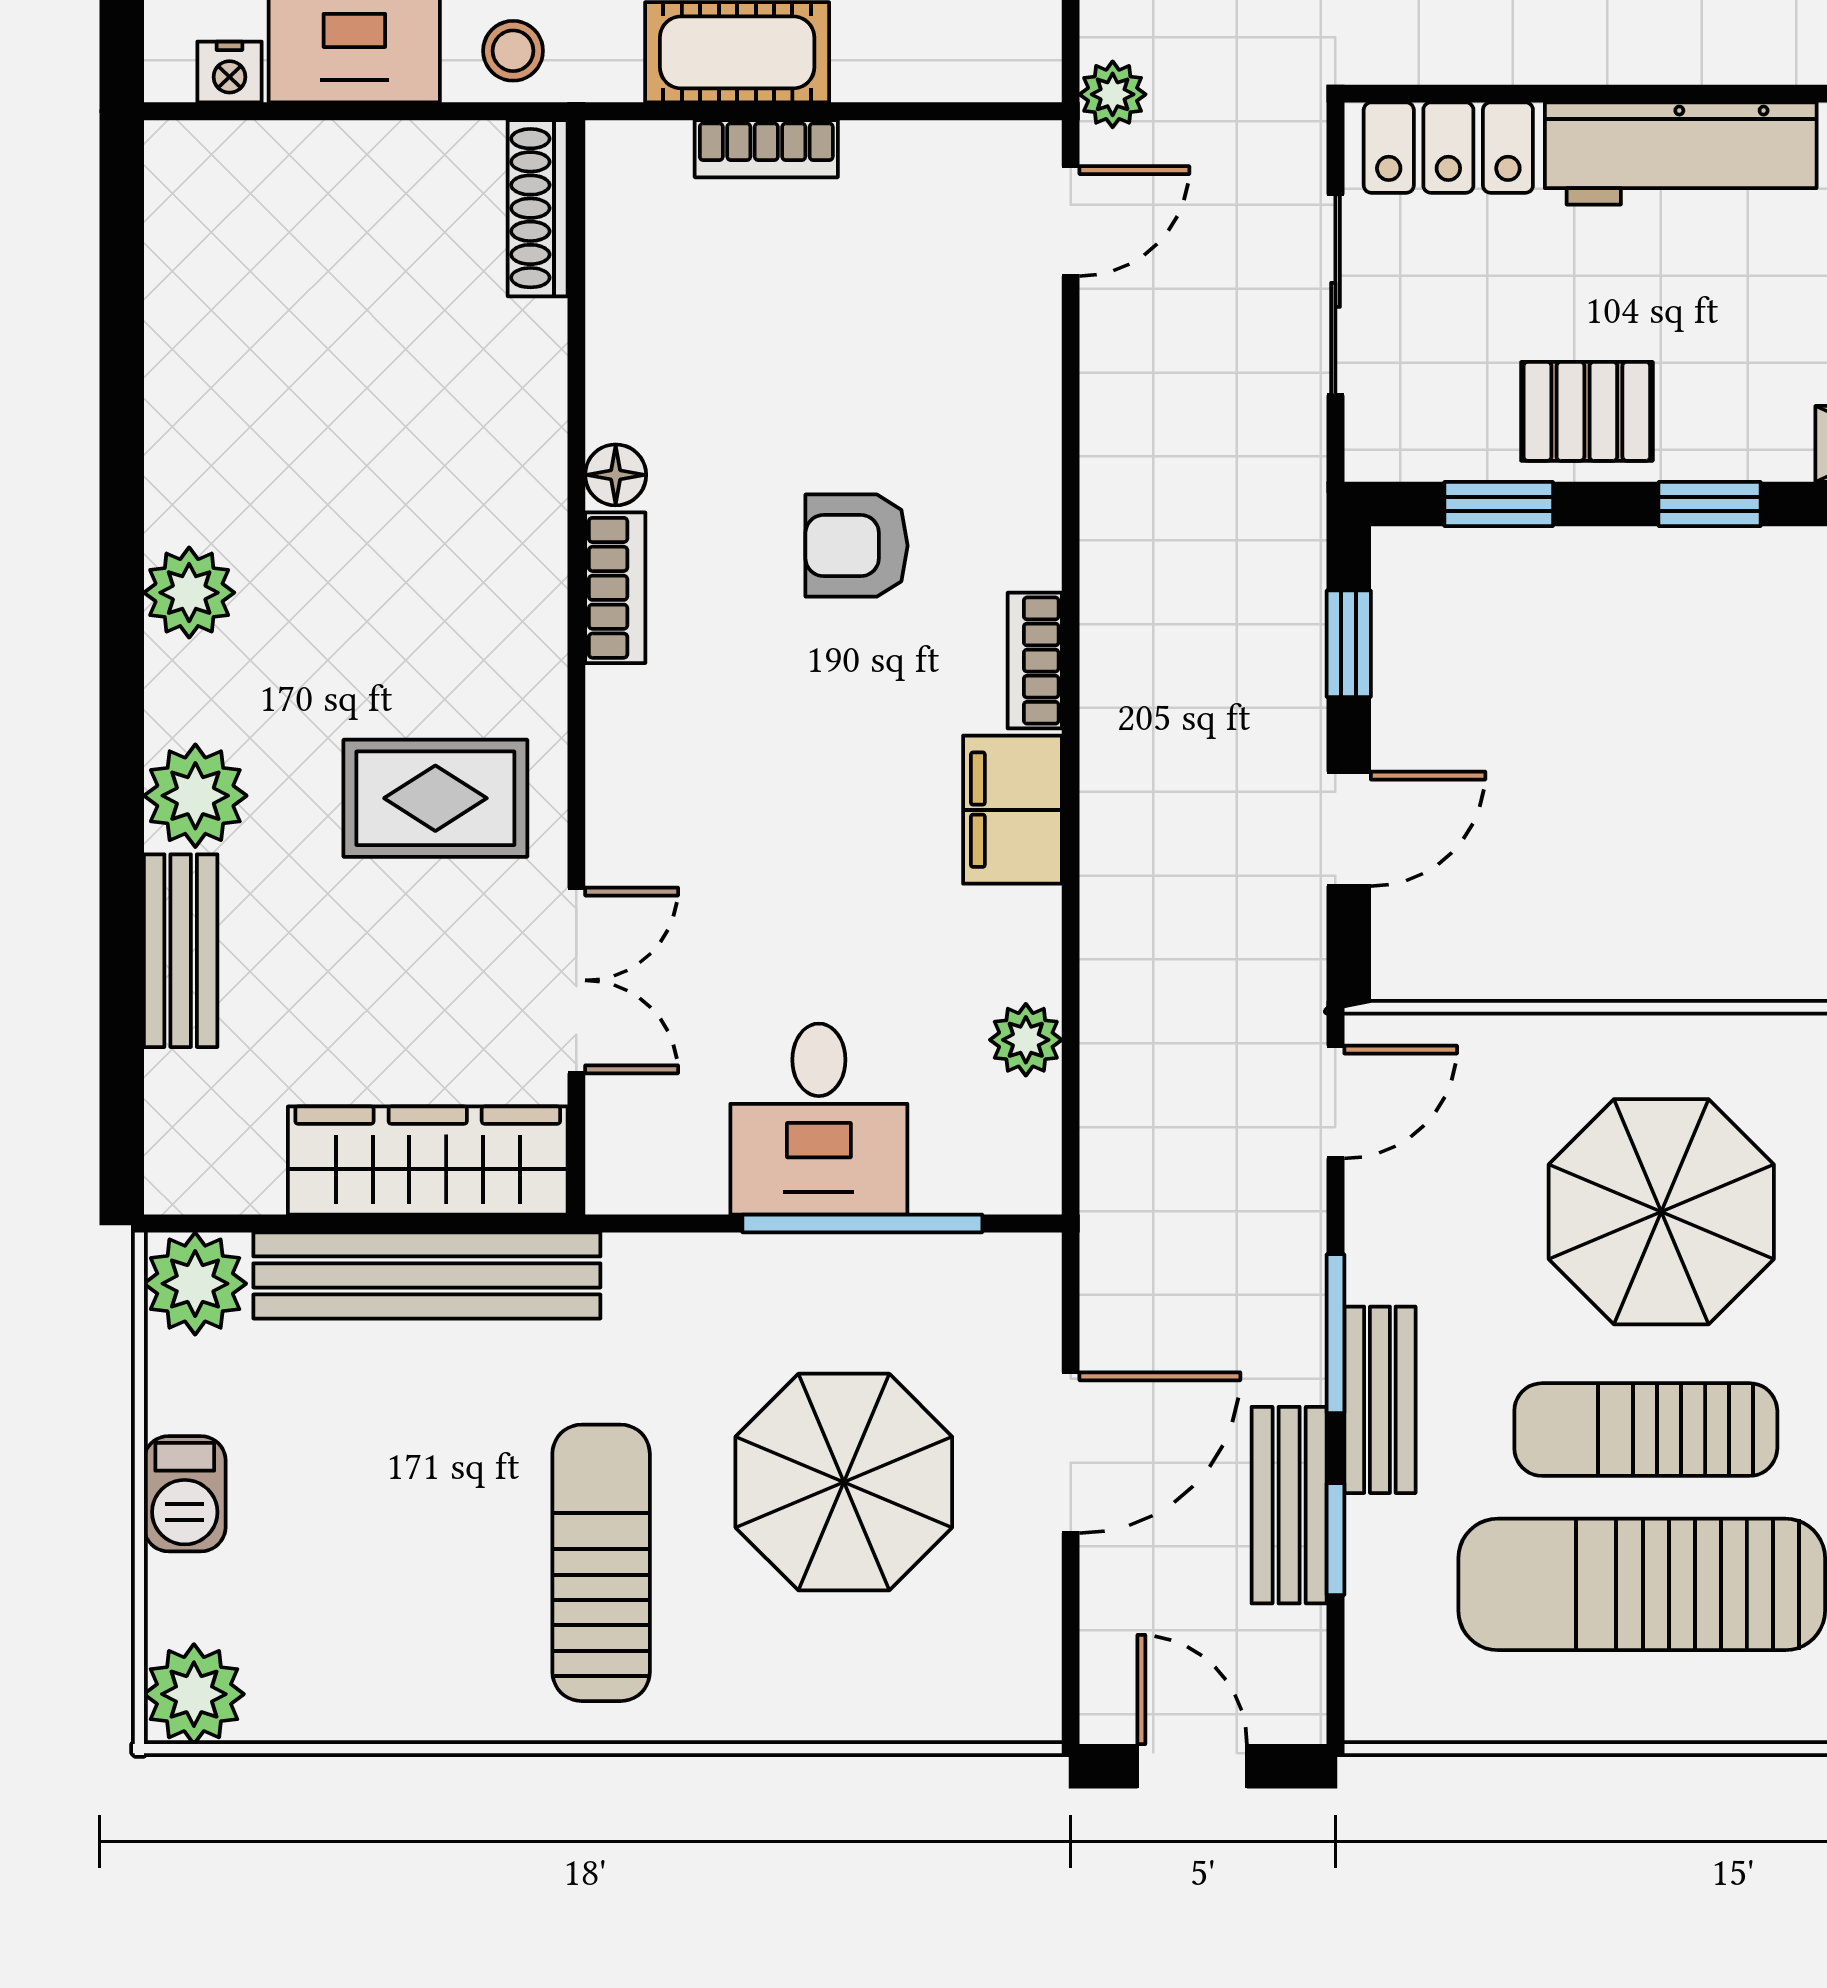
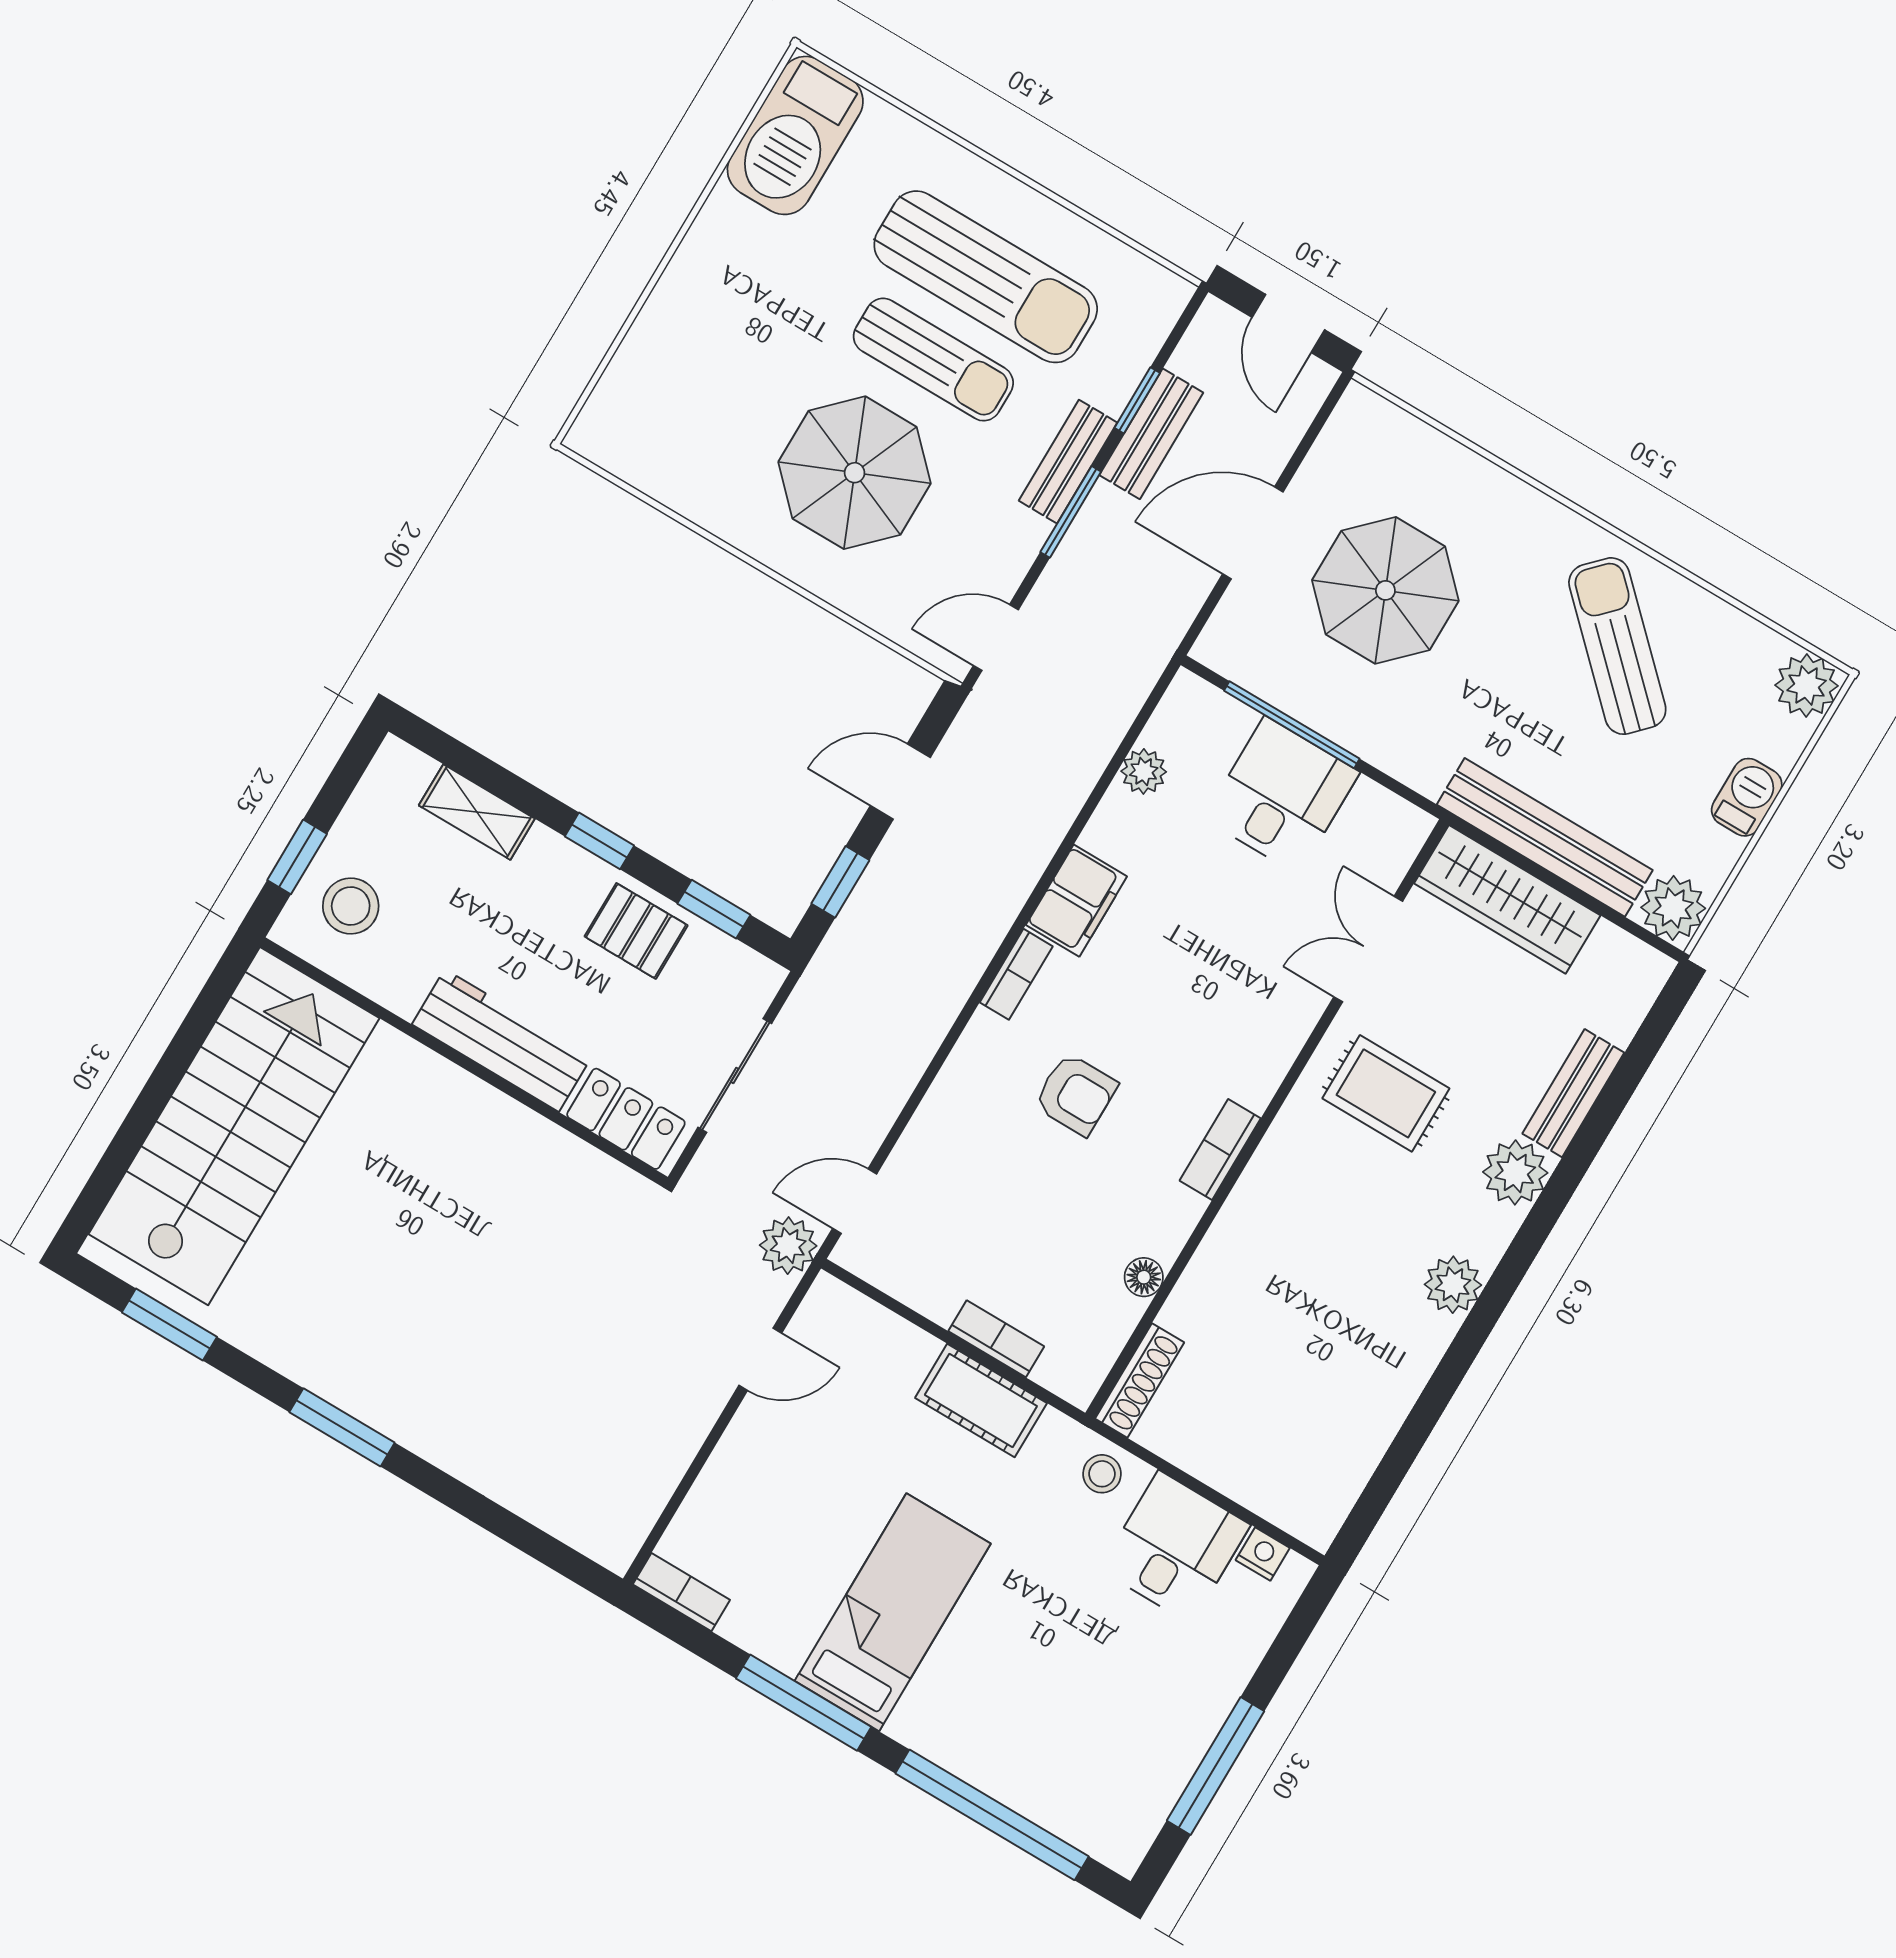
plant: (1113, 94) -> (788, 1246), width x1.38, depth x1.38
floor lamp: (616, 475) -> (1144, 1277), moved
sun lounger: (601, 1563) -> (1617, 646), moved, turned 134

